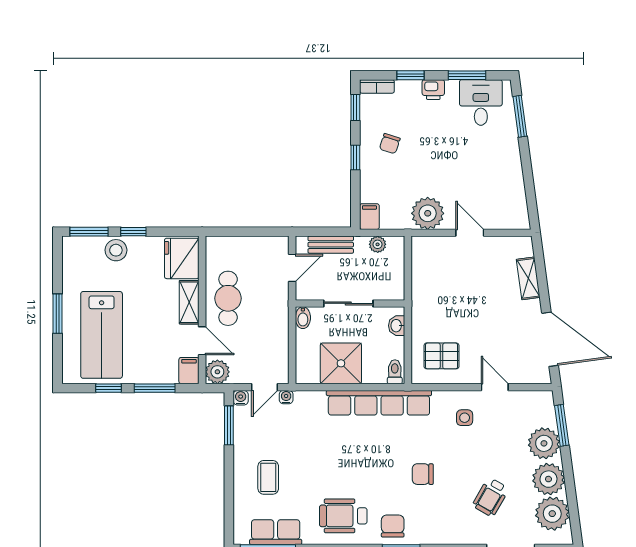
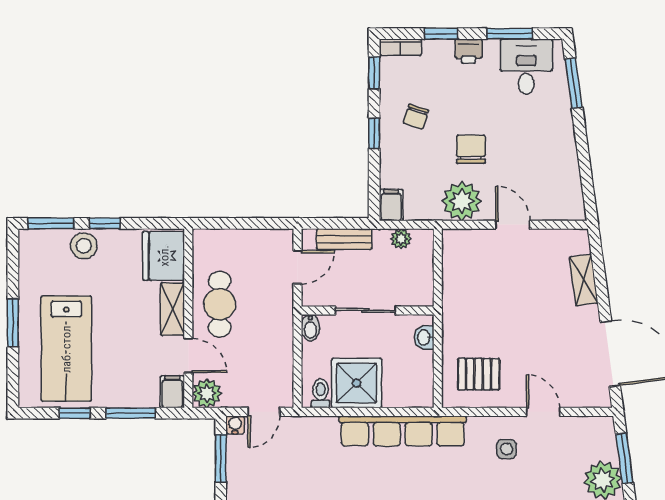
chair: (435, 171) -> (471, 149), added
toilet: (395, 372) -> (321, 393), moved
water cooler: (286, 397) -> (290, 424), removed

